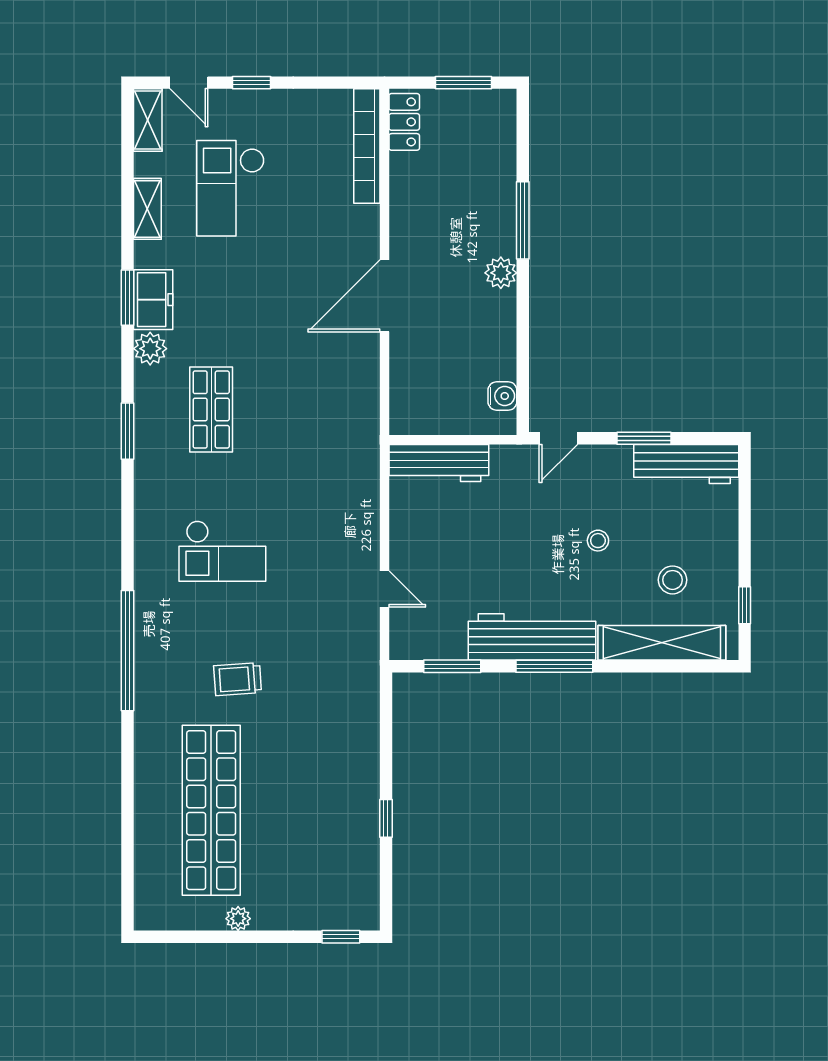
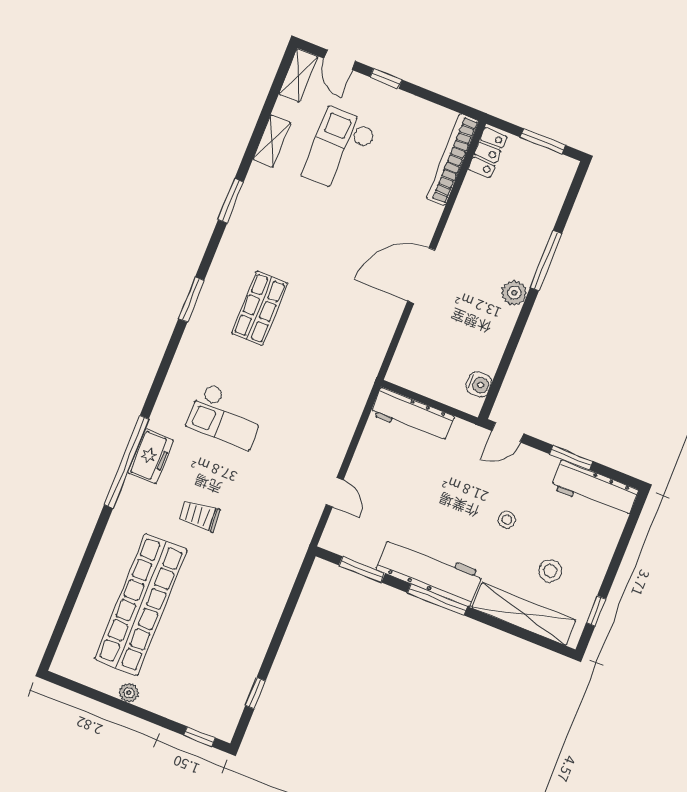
freezer: (153, 300) -> (151, 456), moved
plant: (150, 349) -> (232, 245), removed
window: (386, 818) -> (256, 693), moved

